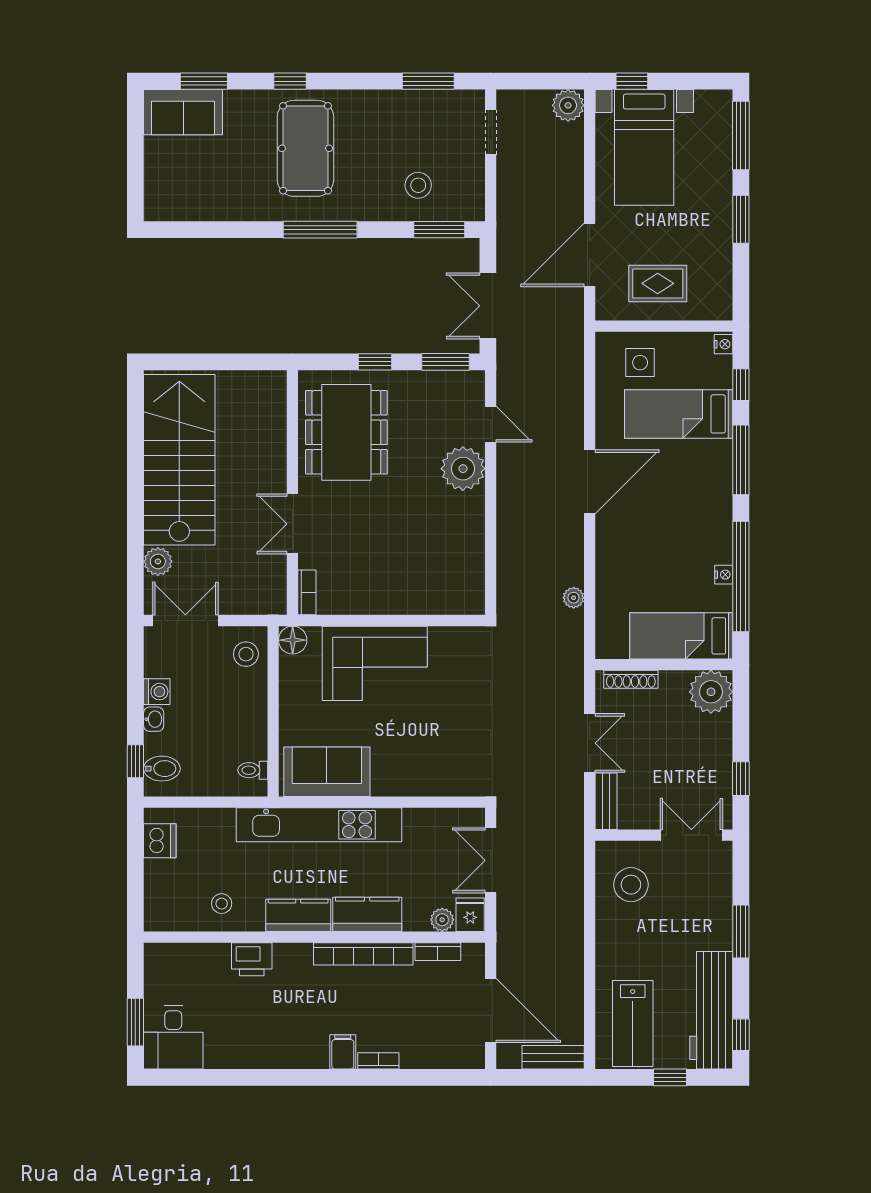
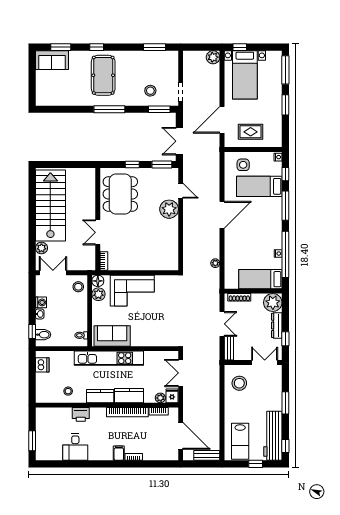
doorway: (491, 132) -> (181, 92), moved
plant: (294, 672) -> (98, 294), added
dresser: (721, 747) -> (277, 325), added
desk: (173, 1037) -> (75, 447), moved

